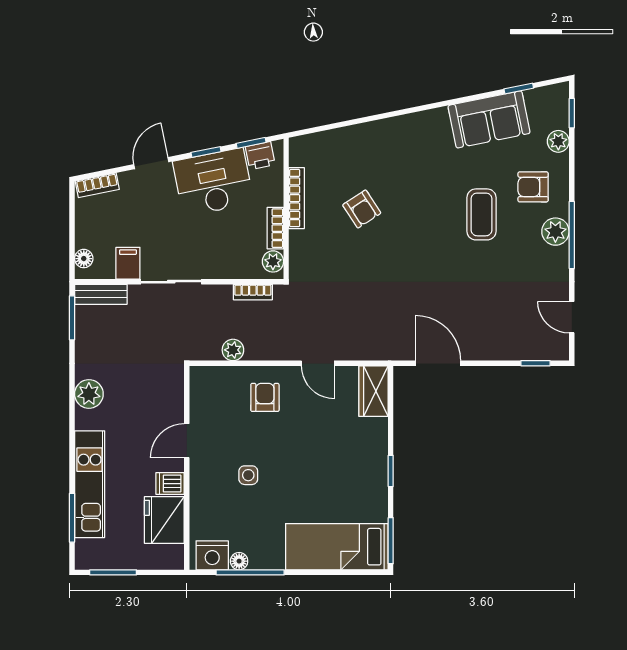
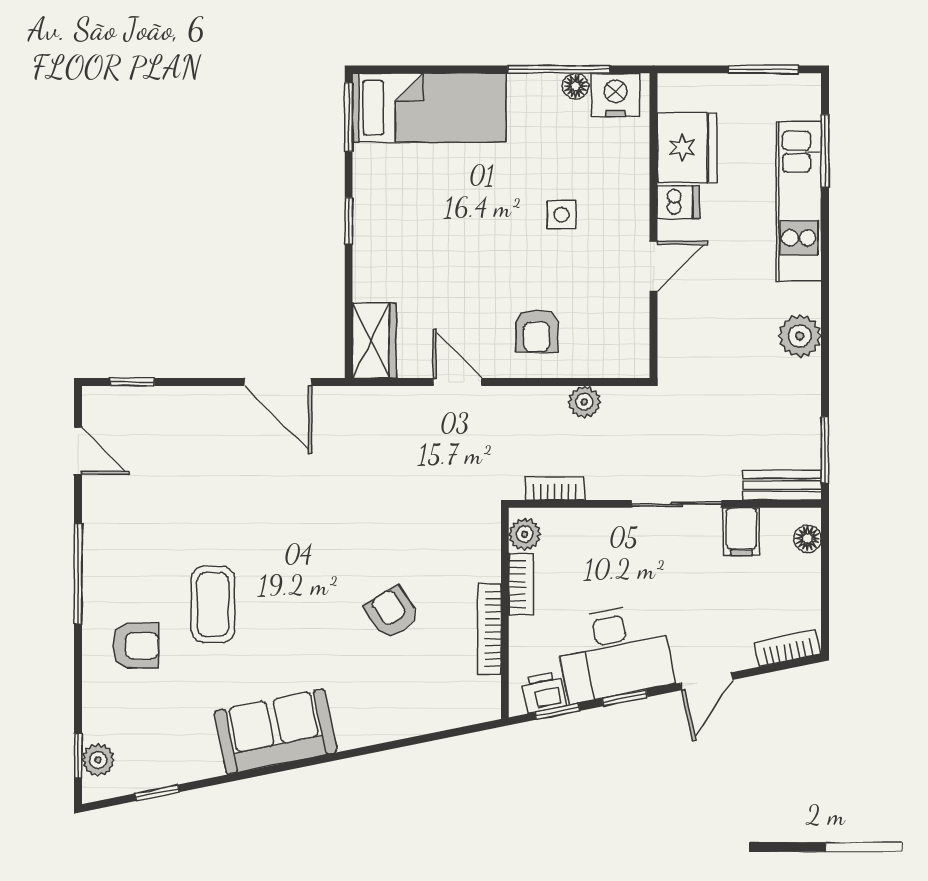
sofa: (489, 119) -> (276, 732), moved
plant: (558, 141) -> (98, 760), moved
plant: (555, 232) -> (102, 579), removed

